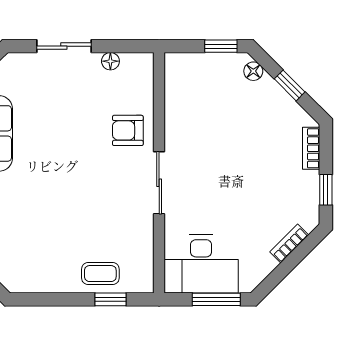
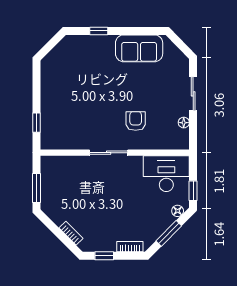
window: (290, 85) -> (169, 233), width x1.50
armchair: (128, 130) -> (136, 121), moved
desk: (201, 264) -> (166, 174), moved, turned 90
coffee table: (100, 274) -> (52, 116), removed

